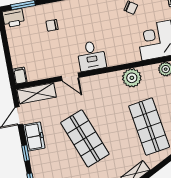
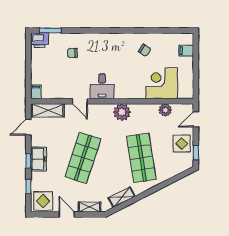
plant: (132, 78) -> (122, 112), moved
freezer: (34, 136) -> (39, 159), moved
shop shelf: (85, 138) -> (83, 158), turned 39

